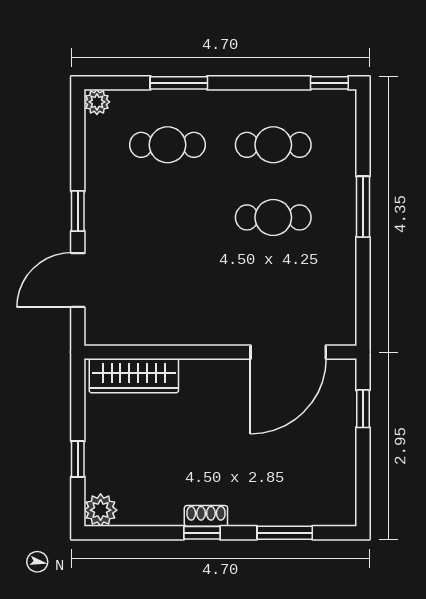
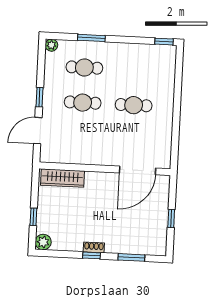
cafe table: (273, 145) -> (83, 103), moved
window: (363, 207) -> (177, 102), removed
window: (363, 409) -> (171, 219), moved

